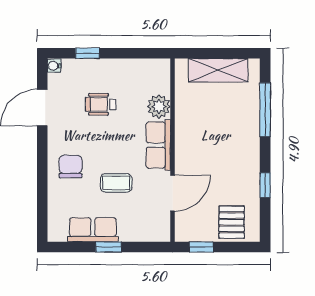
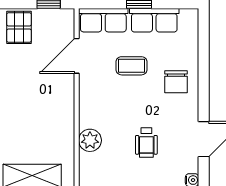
wheelchair: (101, 104) -> (146, 142), turned 90
row of seats: (158, 145) -> (103, 20), moved, turned 90

